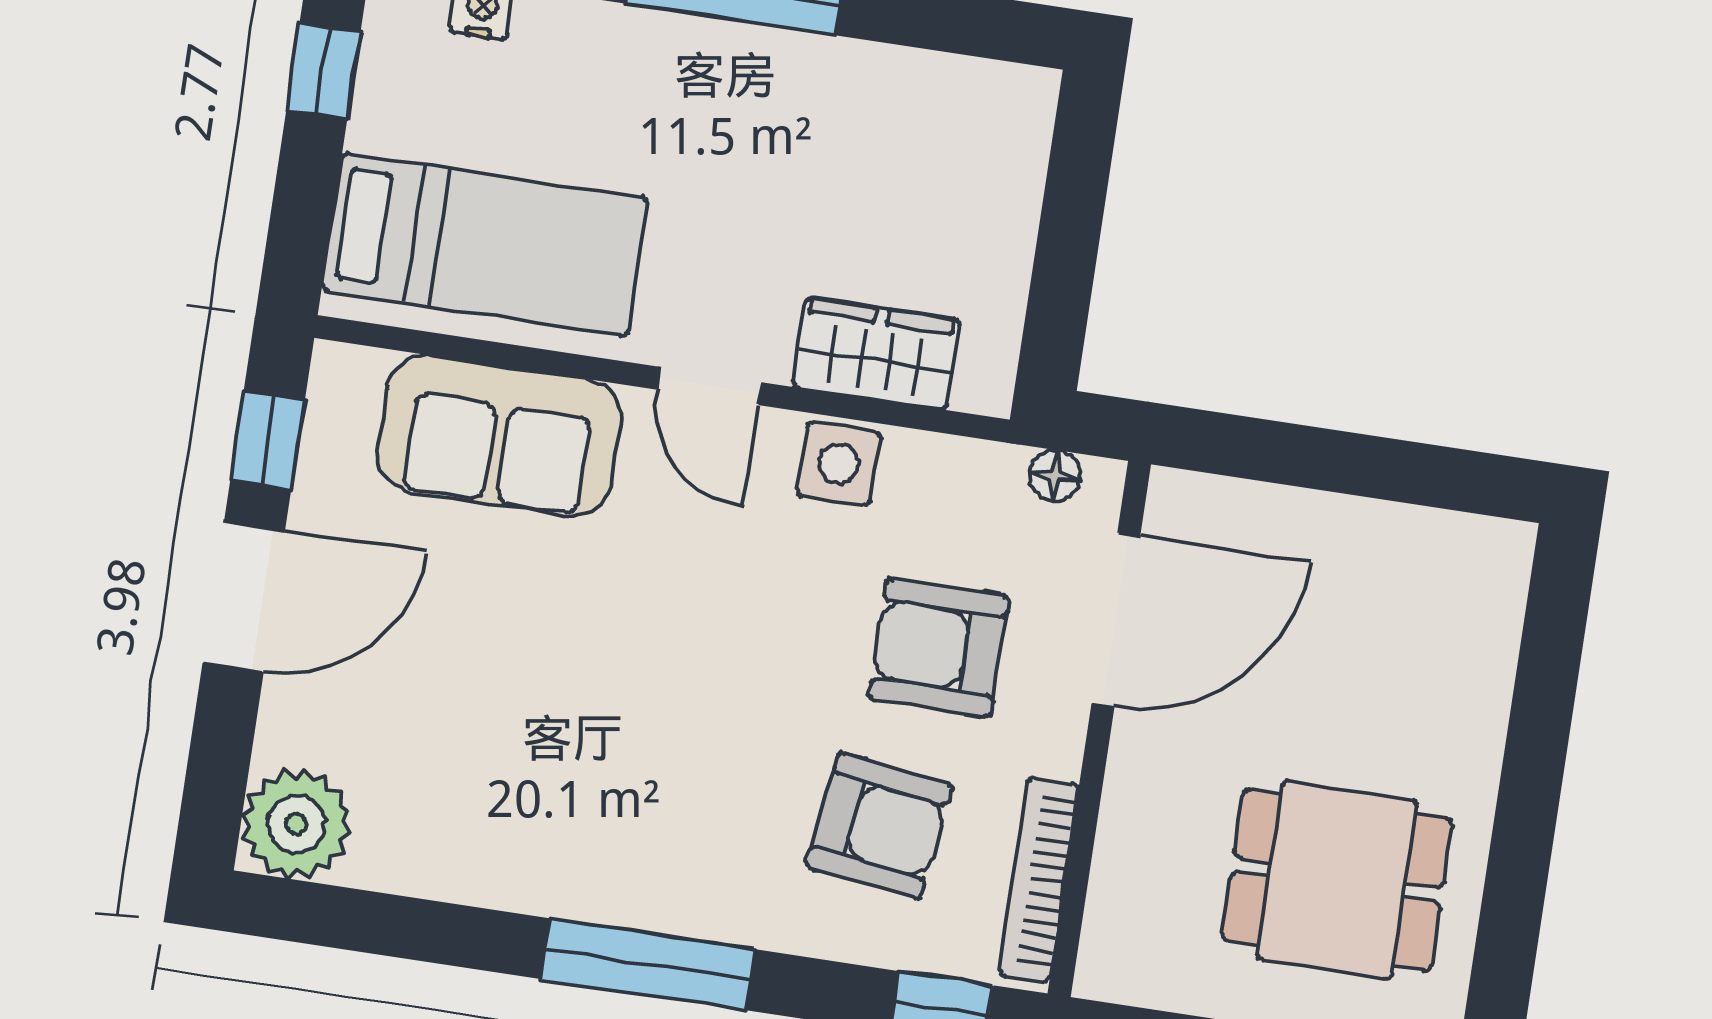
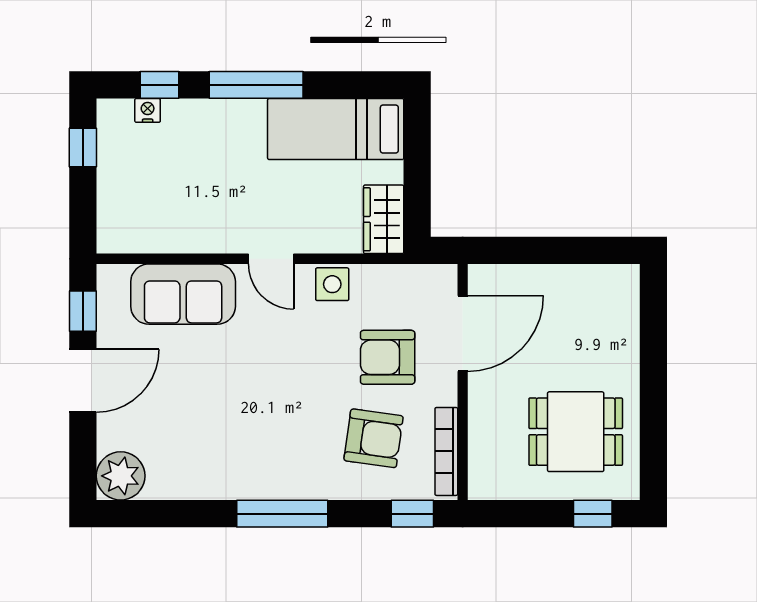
bed: (485, 244) -> (336, 129), moved, turned 180
wardrobe: (876, 354) -> (384, 219), moved, turned -90
floor lamp: (1055, 476) -> (427, 275), removed

